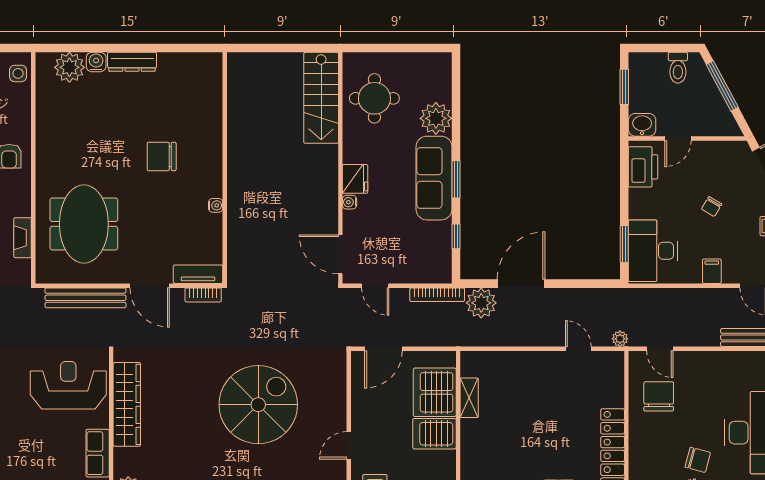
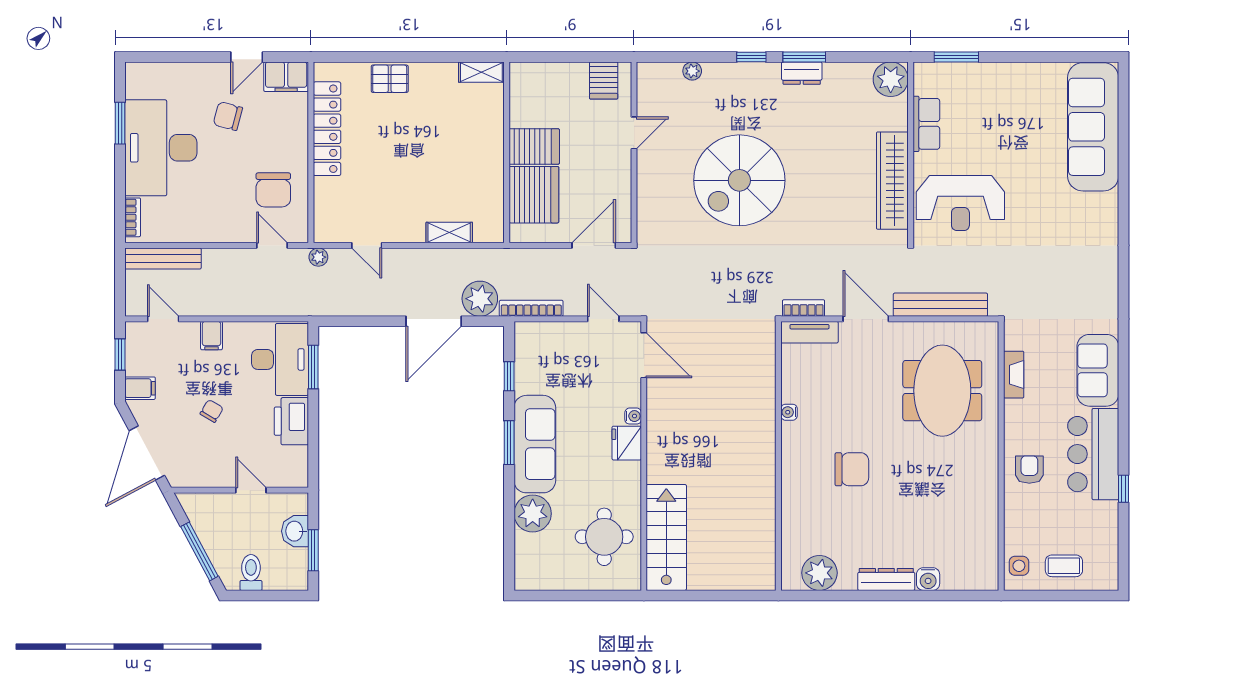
plant: (69, 67) -> (819, 573), moved
washbasin: (642, 125) -> (295, 531), moved, turned 90
door: (678, 138) -> (251, 490), hinge flipped
printer: (643, 167) -> (291, 421), moved
shelving: (469, 398) -> (449, 233), moved, turned 90

